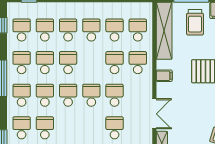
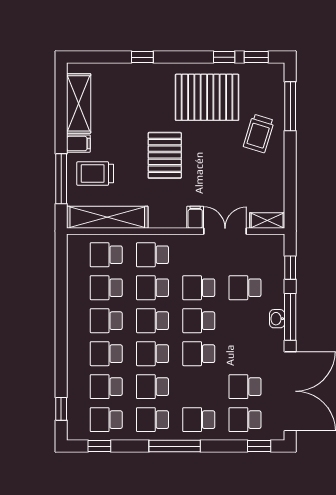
trolley: (195, 22) -> (95, 174), turned 180
filing cabinet: (164, 76) -> (195, 217), moved
school desk: (45, 95) -> (152, 321), moved

